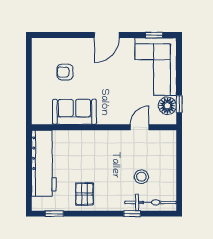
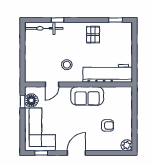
plant: (39, 45) -> (127, 145), added
sofa: (74, 112) -> (87, 96), moved
workbench: (44, 163) -> (108, 73), moved, turned 90
stool: (141, 177) -> (67, 65), moved

